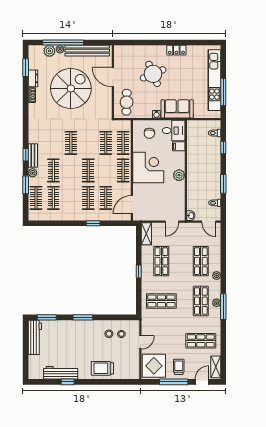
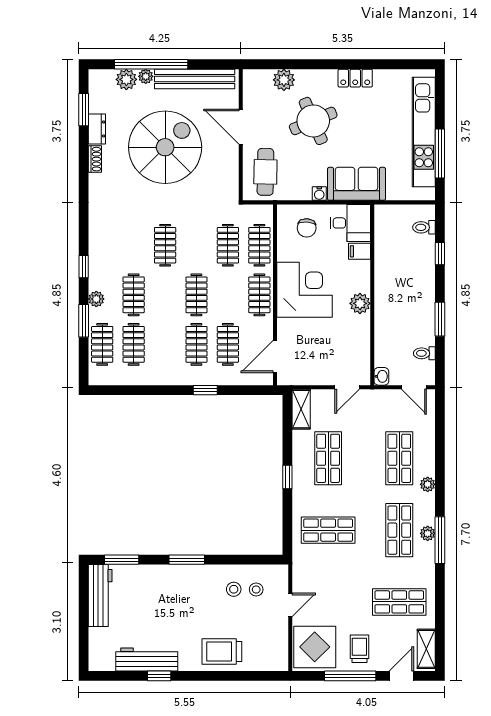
plant: (137, 51) -> (284, 80), added
bench: (33, 156) -> (97, 268), removed

